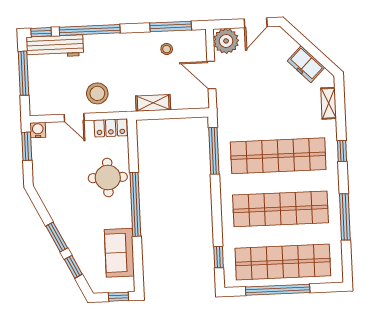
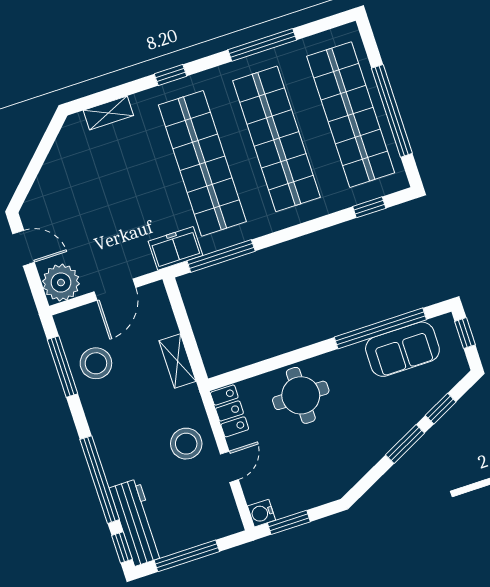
stool: (167, 49) -> (96, 363), width x1.89, depth x1.89
freezer: (306, 64) -> (176, 248), moved, turned -135
window: (135, 204) -> (380, 328), moved

